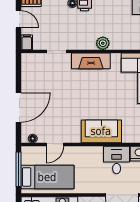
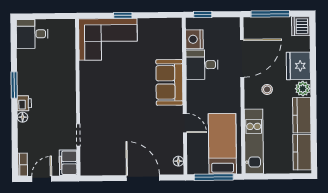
filing cabinet: (27, 42) -> (68, 163), width x2.00
plant: (103, 43) -> (68, 82), removed
fireplace: (91, 61) -> (89, 95), removed
door: (55, 145) -> (185, 123), moved

